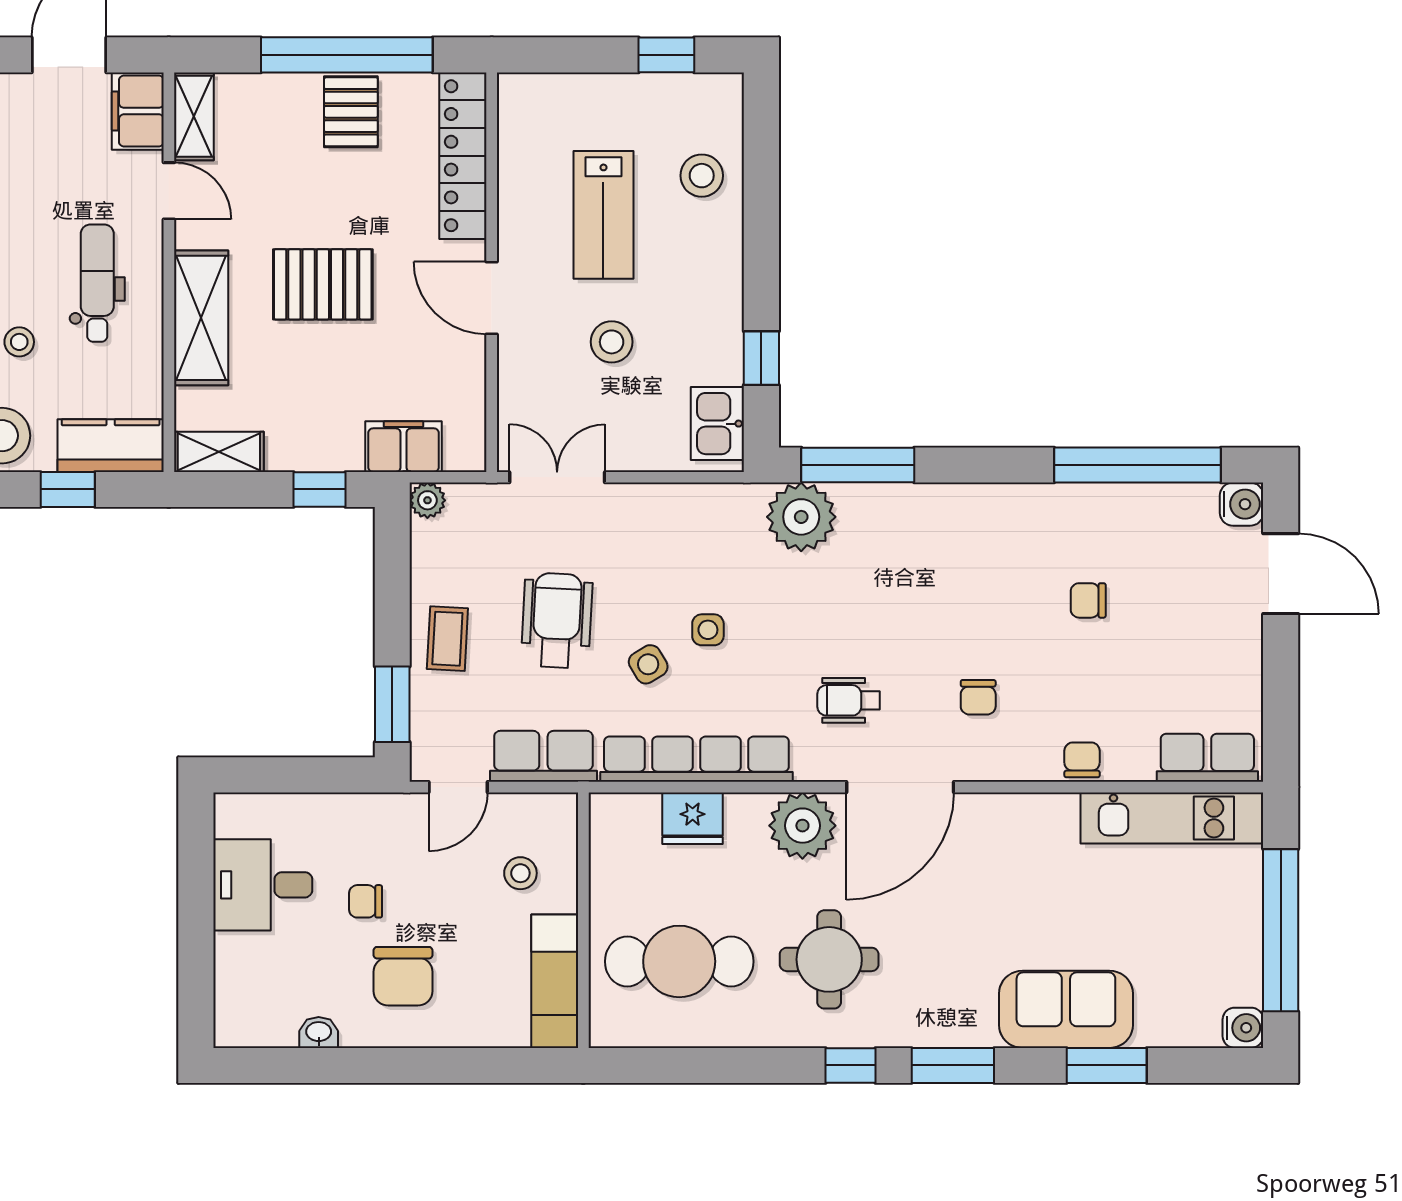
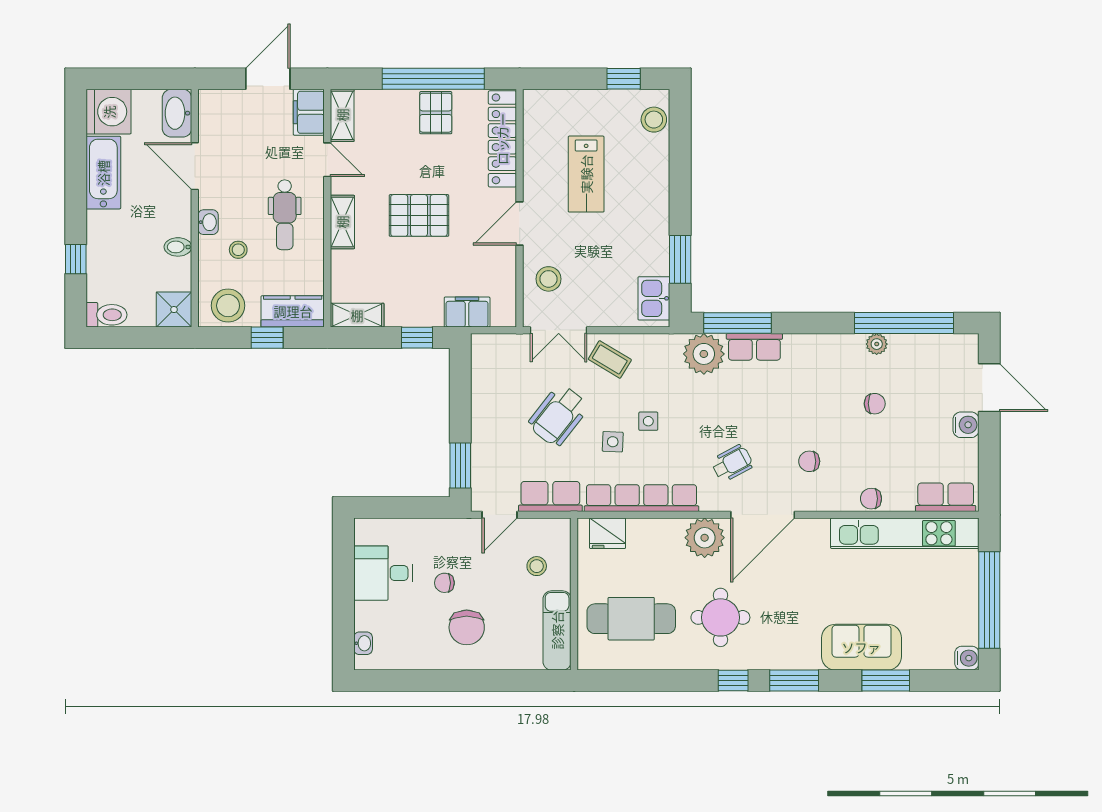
stool: (702, 176) -> (654, 120), moved
dental chair: (97, 283) -> (285, 215), turned 180
door: (492, 298) -> (520, 224), hinge flipped
shelving: (201, 318) -> (342, 222), width x0.67, depth x0.75
stool: (612, 342) -> (549, 279), moved
window: (761, 358) -> (680, 259), width x1.50
double door: (557, 477) -> (559, 330), swing flipped
plant: (427, 500) -> (877, 344), moved
water cooler: (1242, 504) -> (966, 425), moved
row of seats: (886, 505) -> (754, 347), added
chair: (1088, 600) -> (875, 404), turned 180
wheelchair: (557, 620) -> (558, 416), turned -145
coffee table: (447, 639) -> (610, 359), moved, turned -62
side table: (648, 664) -> (613, 442), turned 33
chair: (978, 697) -> (809, 461), turned 90
wheelchair: (849, 700) -> (732, 463), turned 152
chair: (1082, 760) -> (871, 499), turned -90
fridge: (693, 818) -> (608, 533), moved
kitchen unit: (1172, 818) -> (905, 533), width x1.36
washbasin: (319, 1032) -> (363, 643), moved, turned 90

